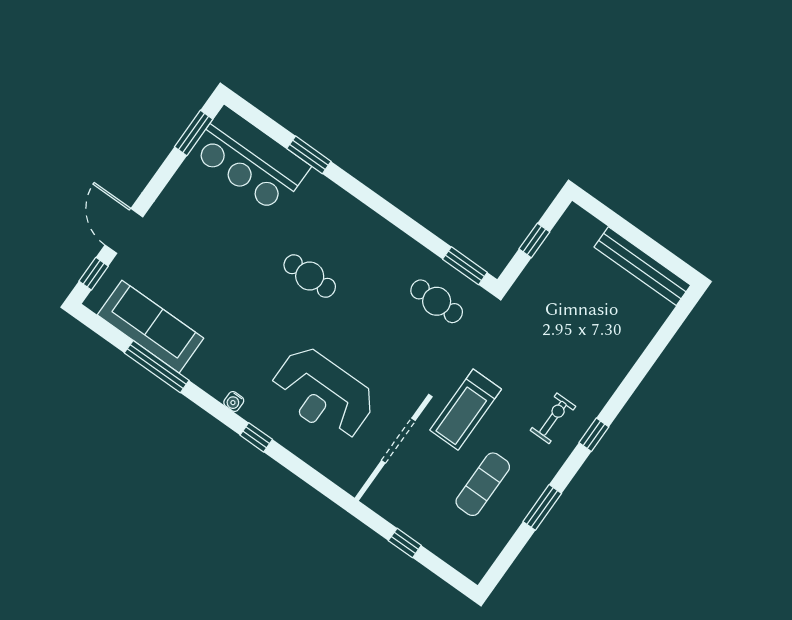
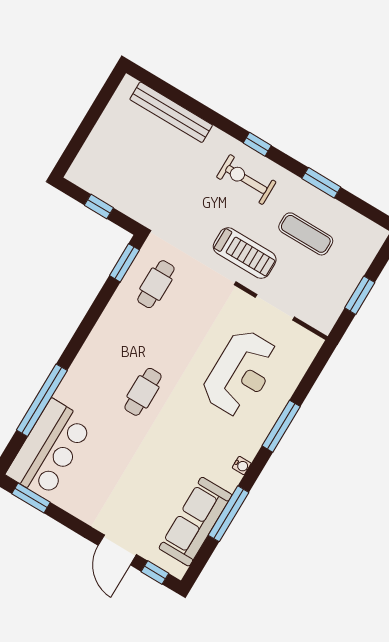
window: (309, 155) -> (42, 400), width x2.11
door: (124, 231) -> (117, 550), hinge flipped
bench: (642, 266) -> (171, 112), moved, turned 90
water cooler: (234, 401) -> (242, 466), moved
exercise bike: (553, 418) -> (246, 179), width x1.38, depth x1.39
window: (256, 437) -> (281, 426), width x2.17
window: (405, 543) -> (360, 295), width x1.50

